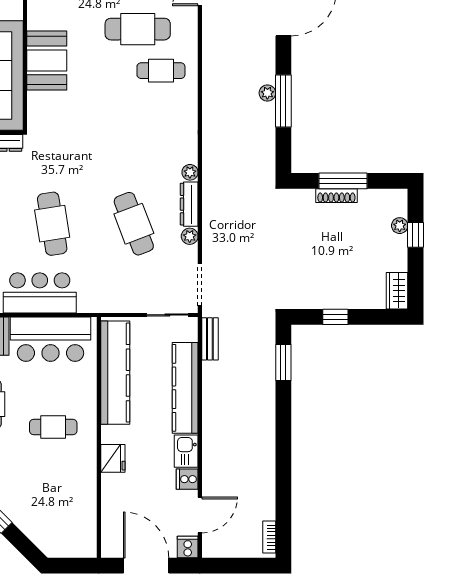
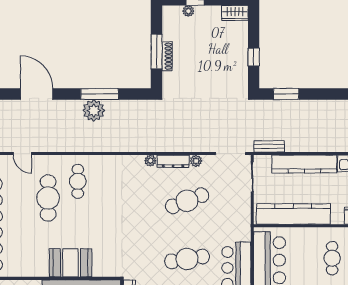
plant: (267, 93) -> (94, 111), width x1.87, depth x1.87

